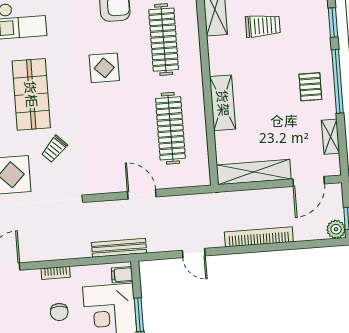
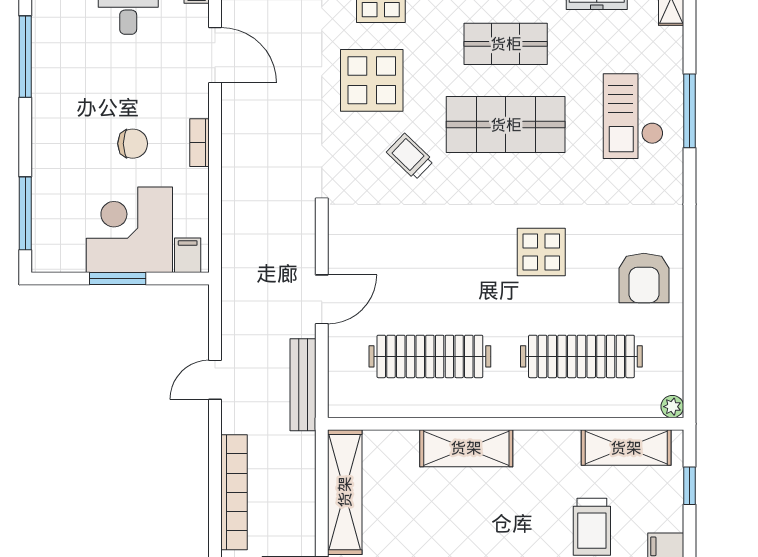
bench: (119, 248) -> (303, 385), moved
chair: (59, 312) -> (133, 144), turned 180

